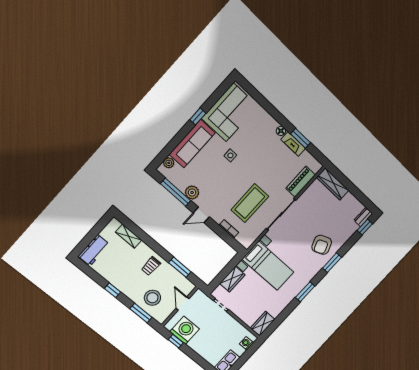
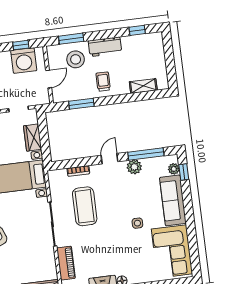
window: (198, 116) -> (184, 172), moved
workbench: (94, 250) -> (105, 47), moved, turned -90
window: (112, 290) -> (137, 30), moved
door: (183, 303) -> (49, 79), hinge flipped

